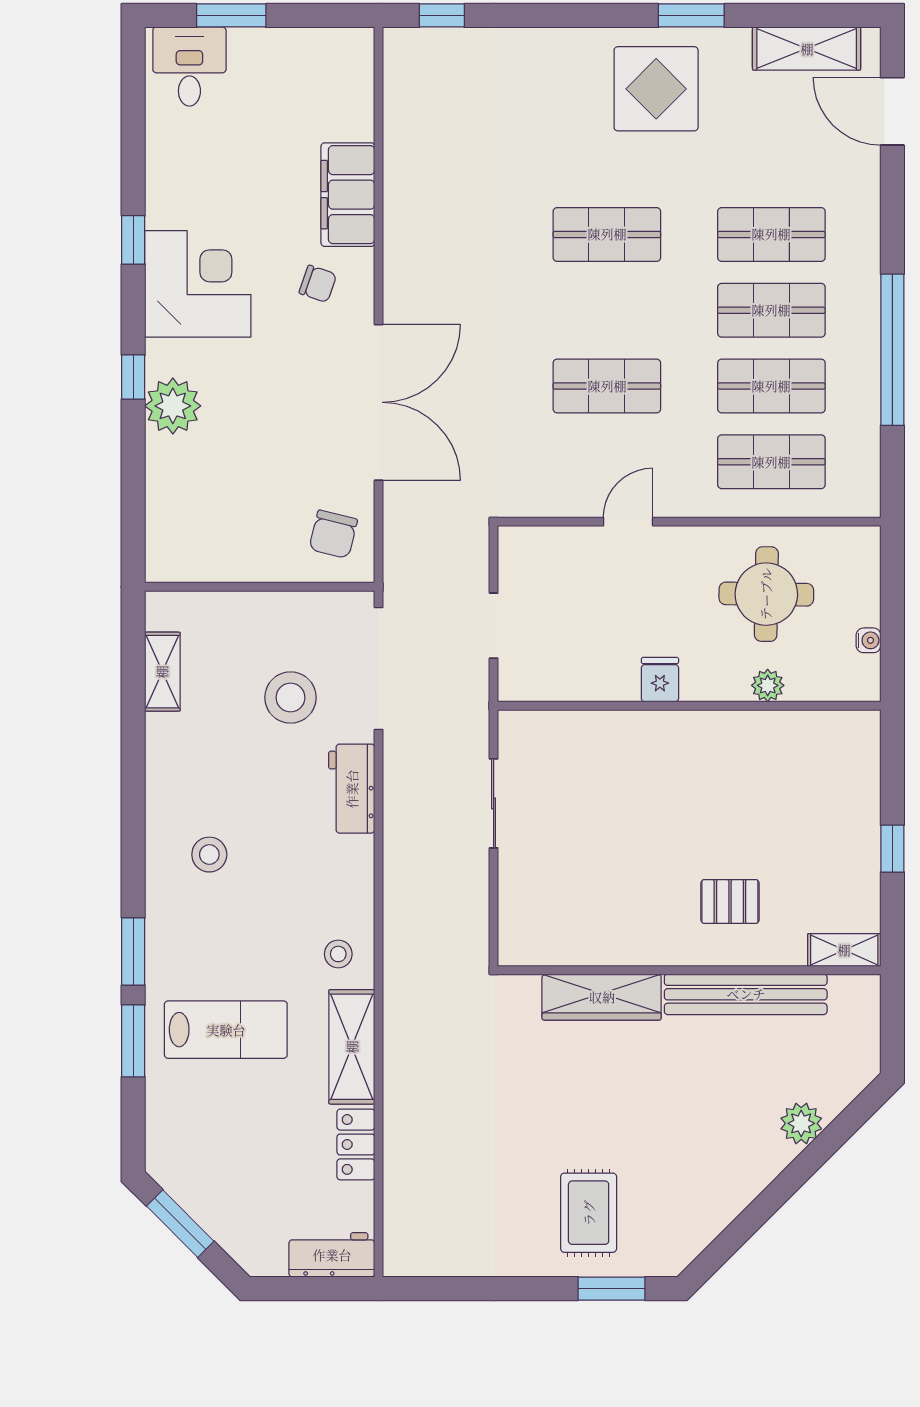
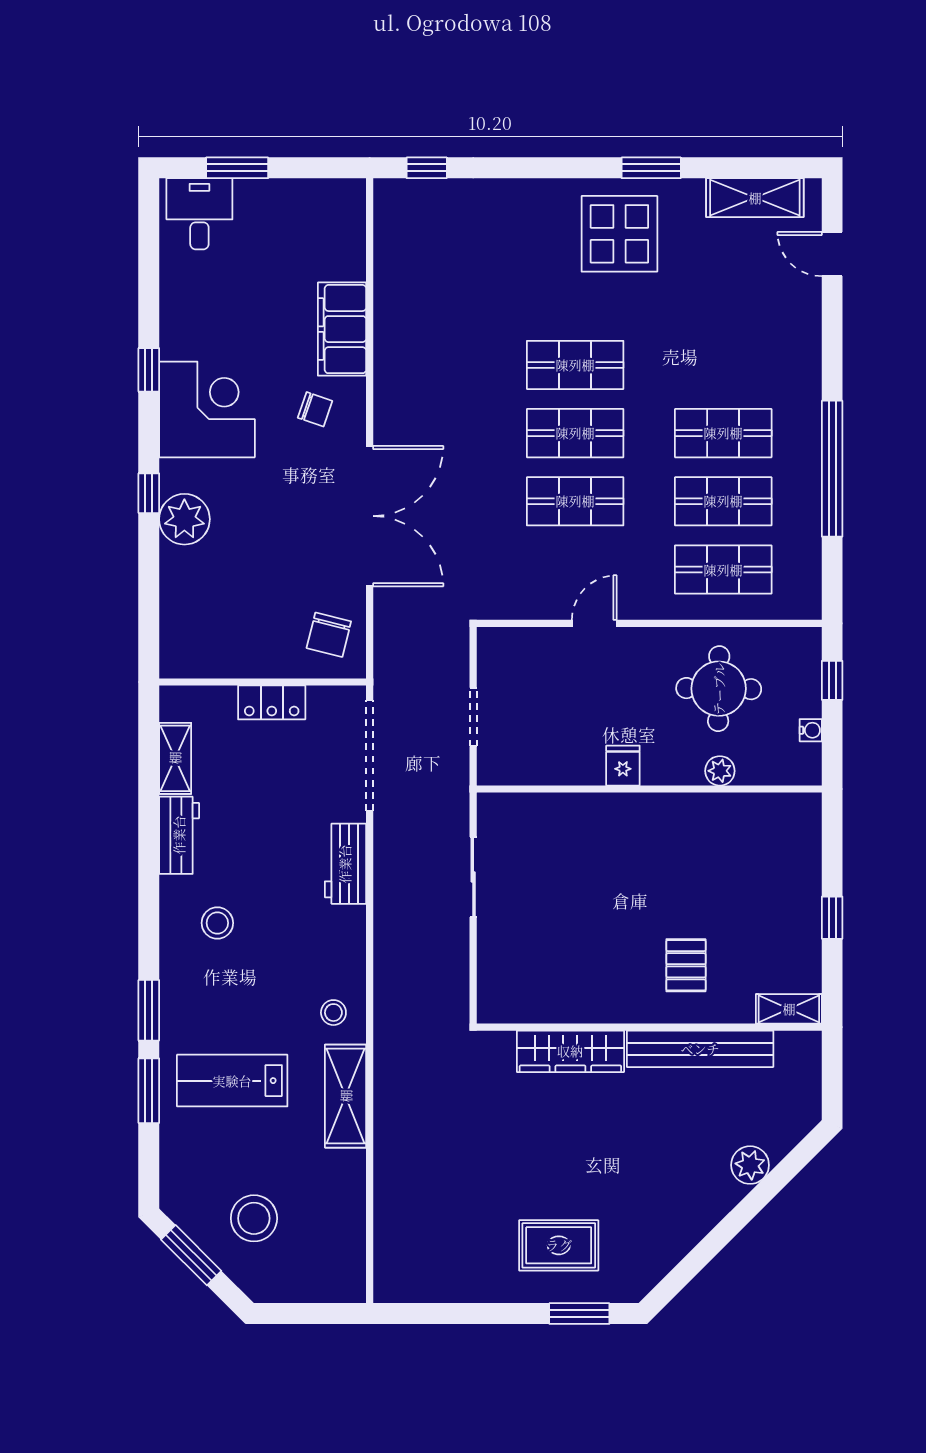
door: (892, 111) -> (832, 254), width x0.73
shop shelf: (771, 234) -> (575, 433), moved
window: (892, 585) -> (832, 680), added
stool: (291, 698) -> (254, 1218), moved
pallet: (730, 902) -> (686, 965), turned 90
lab bench: (226, 1030) -> (232, 1081), turned 180
locker: (356, 1144) -> (272, 702), moved, turned -90
rug: (589, 1213) -> (559, 1245), turned 90
workbench: (332, 1255) -> (179, 835), moved, turned 90

